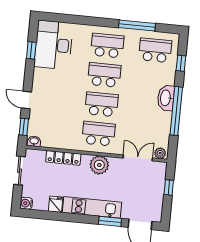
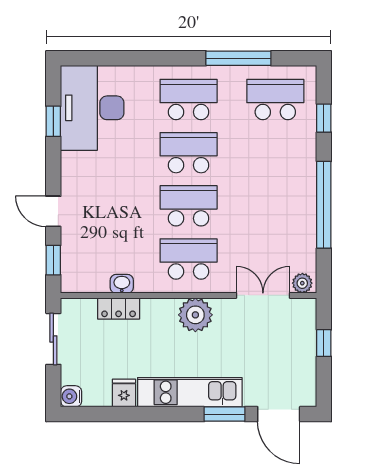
washbasin: (166, 98) -> (303, 183), removed
washbasin: (34, 141) -> (122, 284), moved
locker: (63, 158) -> (119, 308), width x0.66

